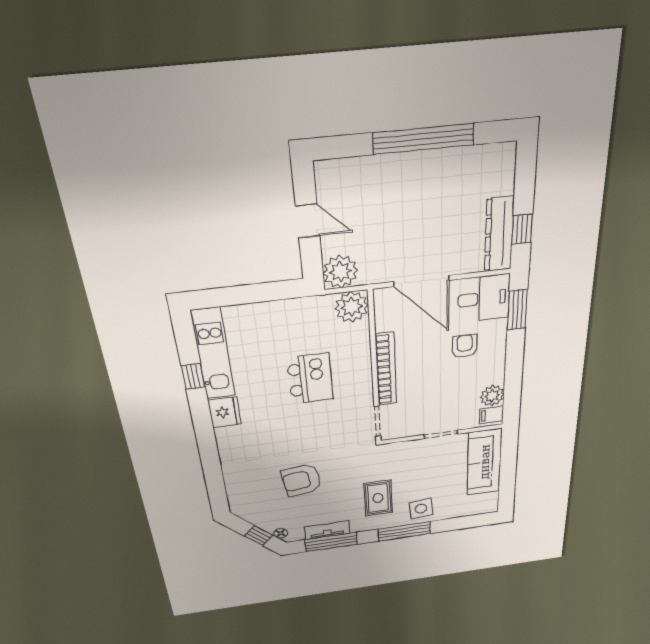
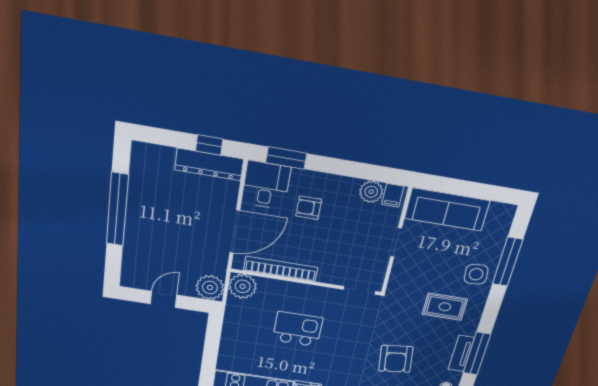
bookcase: (386, 370) -> (281, 269), moved
window: (404, 531) -> (508, 262), moved

